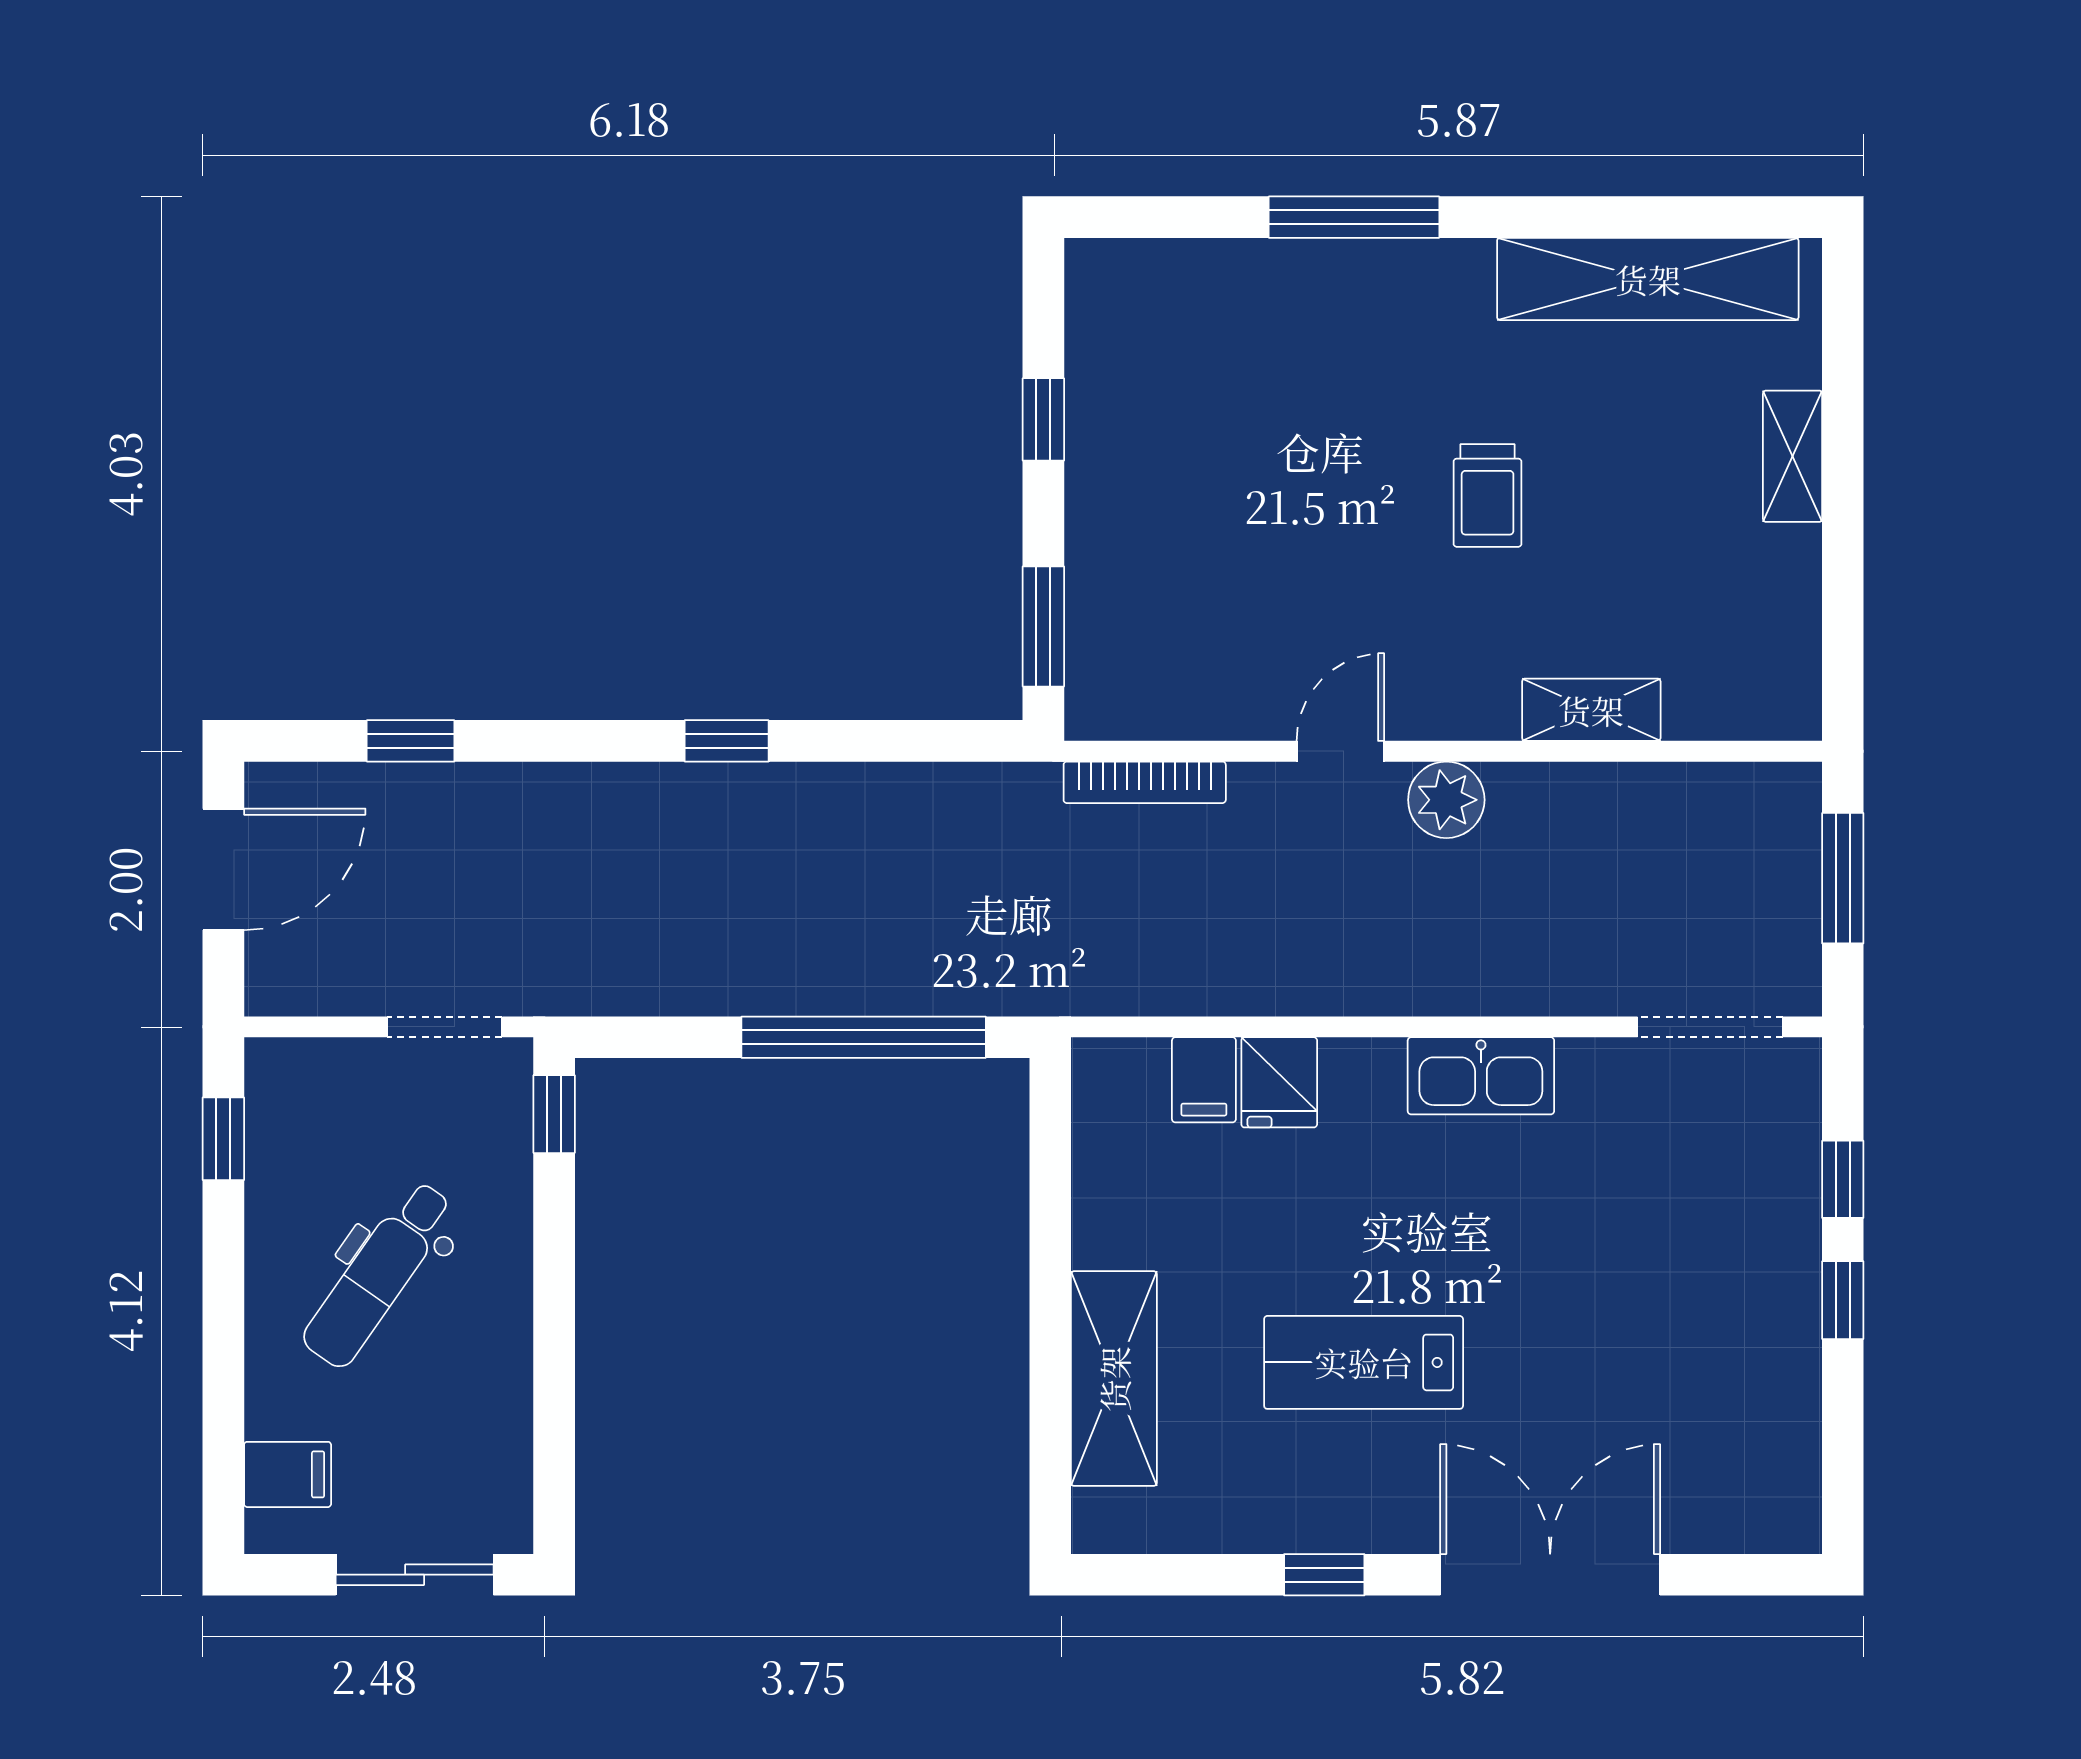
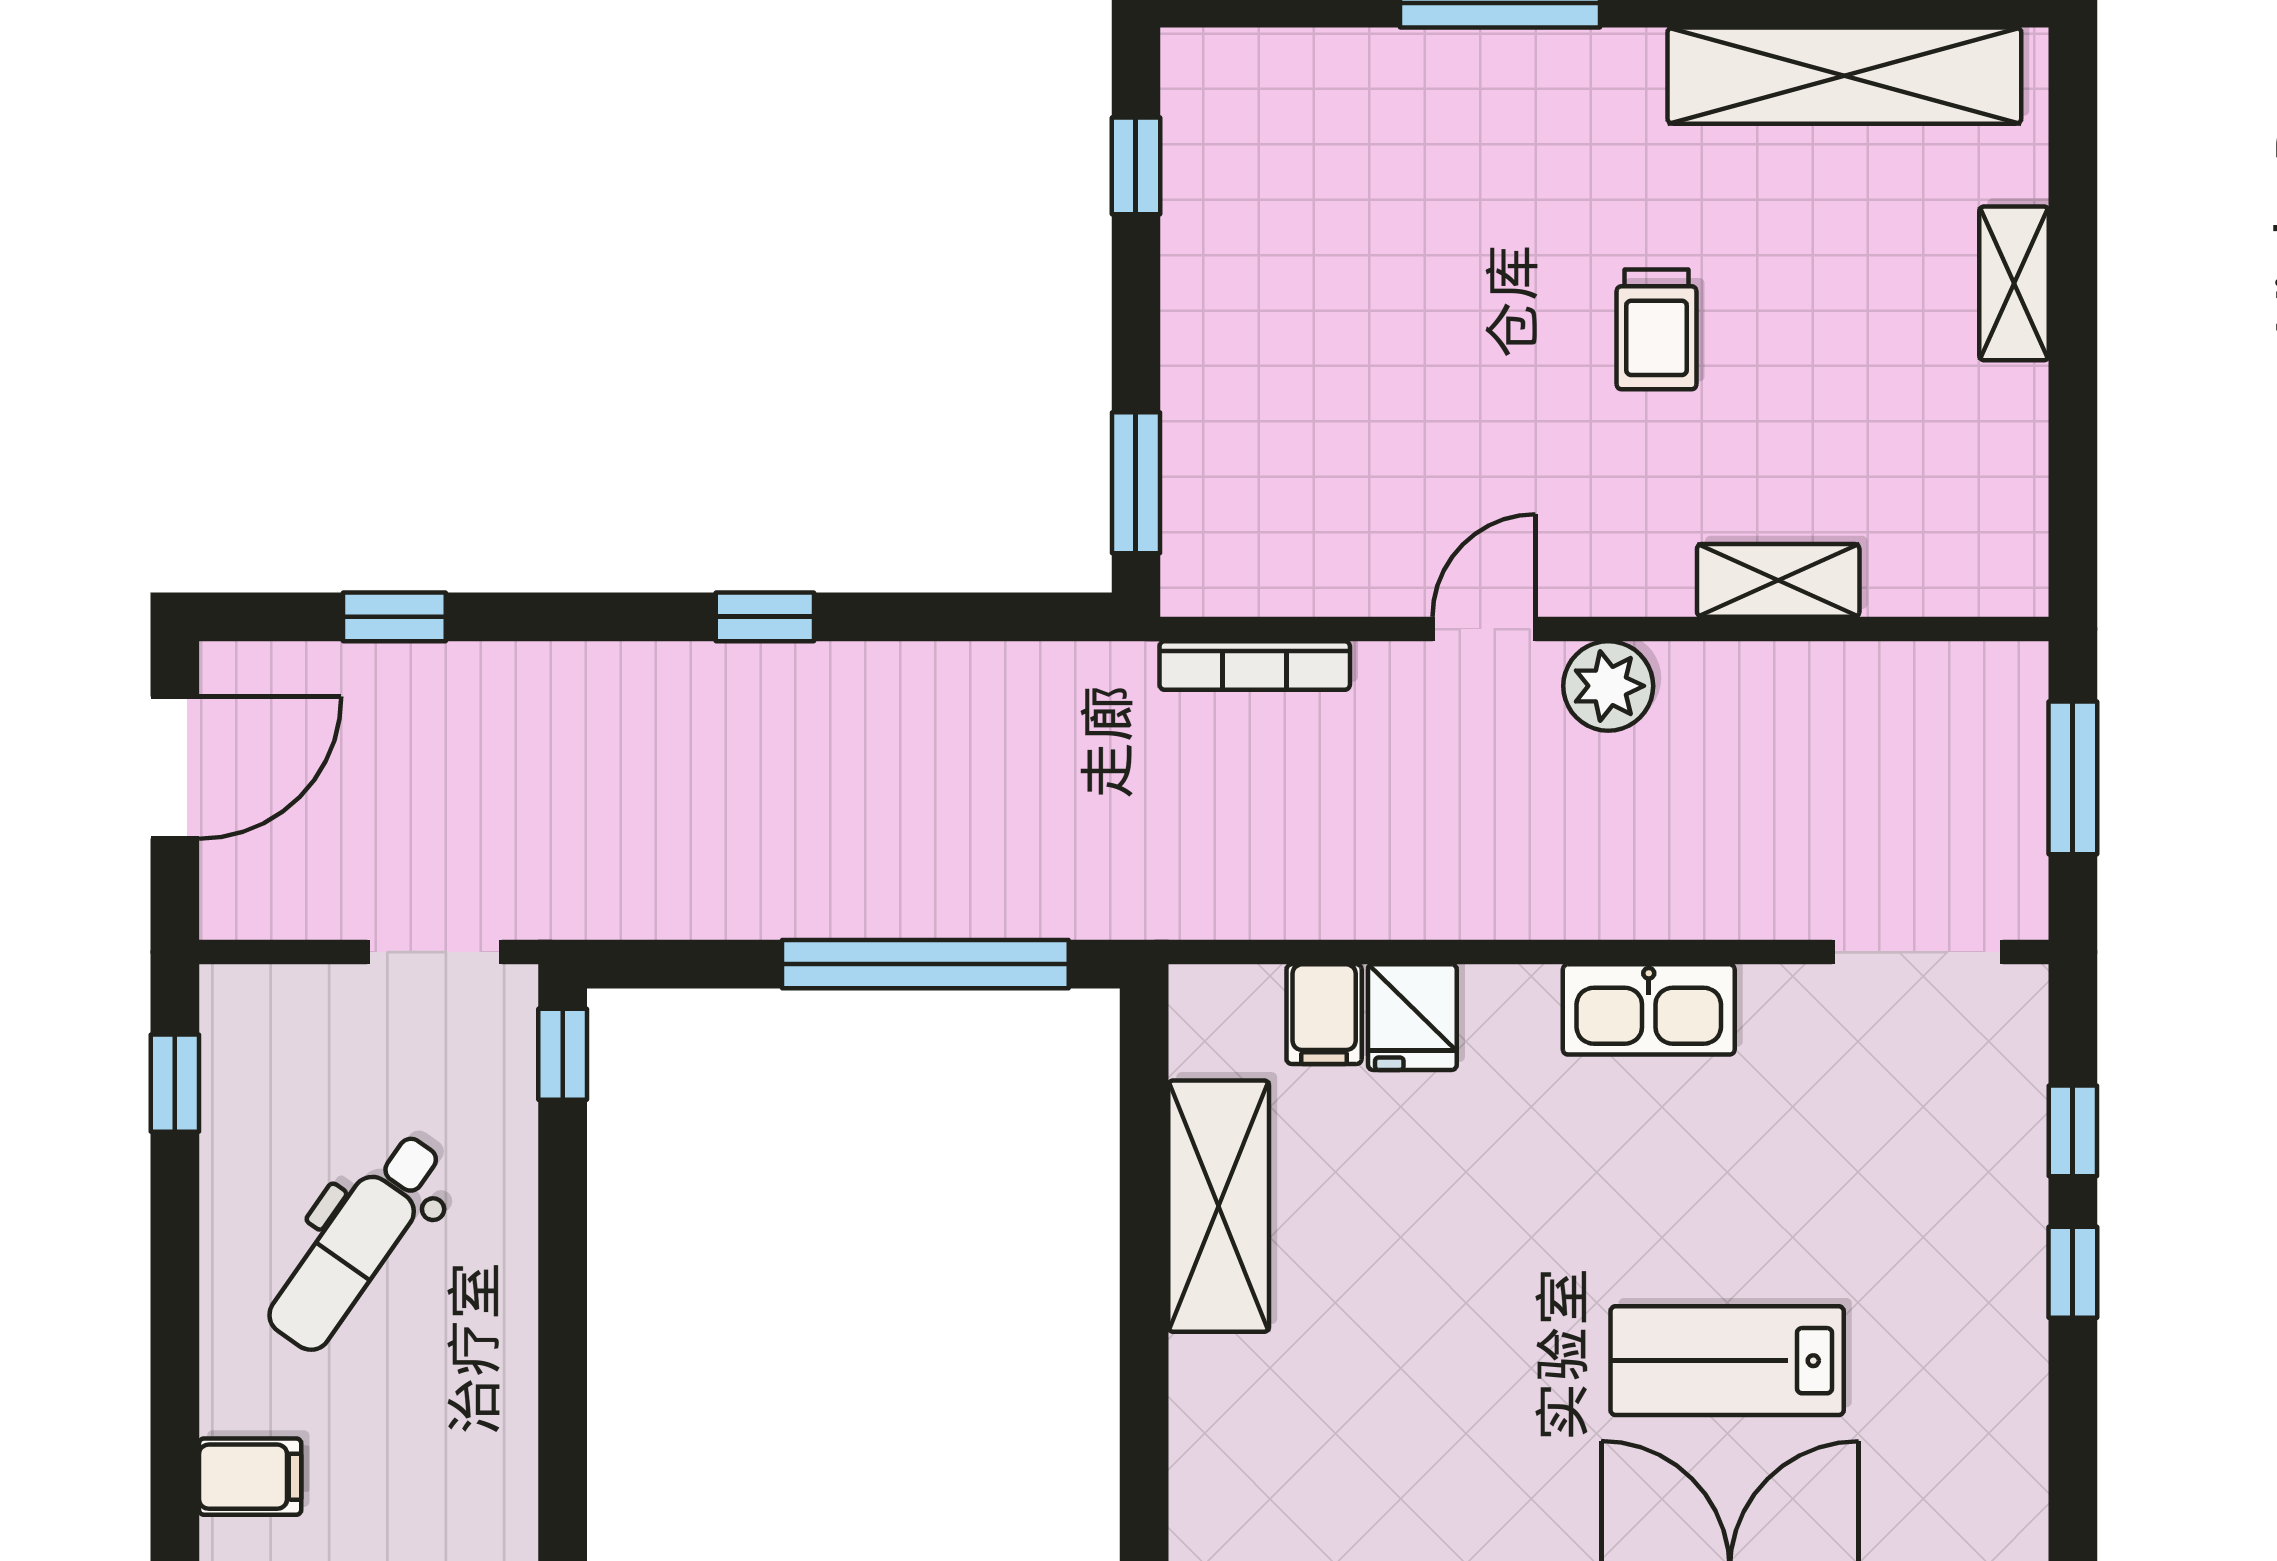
window: (1043, 419) -> (1136, 166), moved
lab bench: (1364, 1362) -> (1727, 1361), moved
shelving: (1114, 1379) -> (1219, 1206), moved

